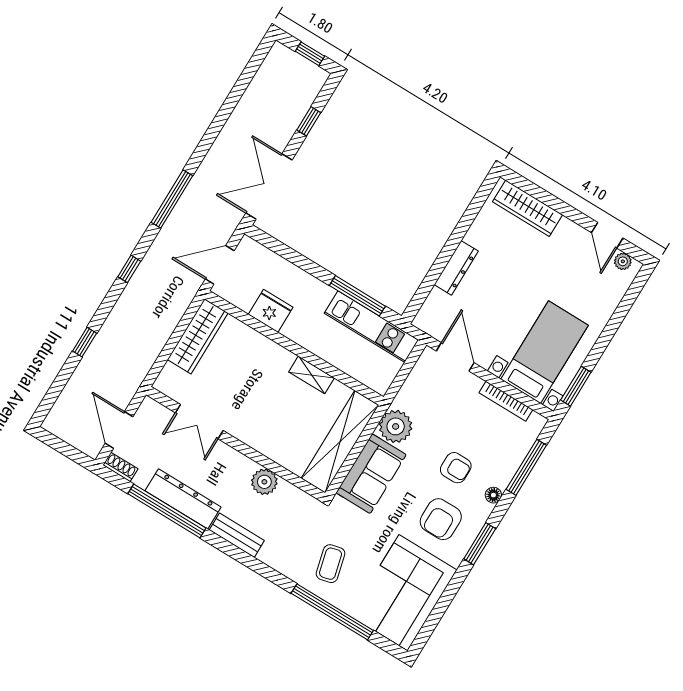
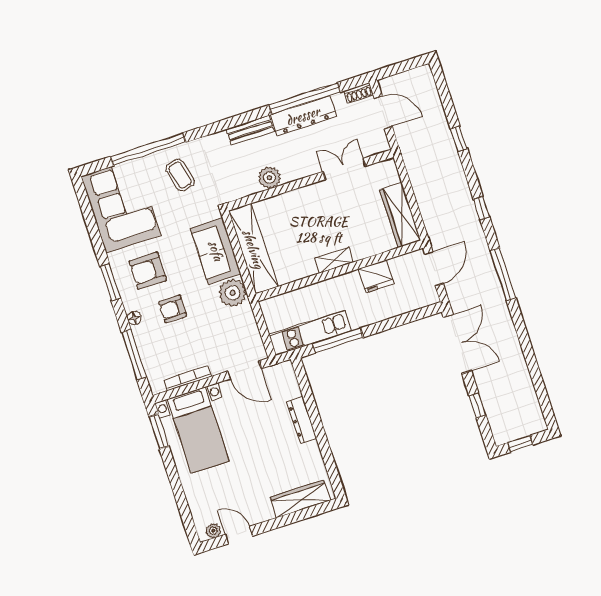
shelving: (311, 375) -> (334, 260), moved
armchair: (441, 519) -> (148, 271), turned -90

